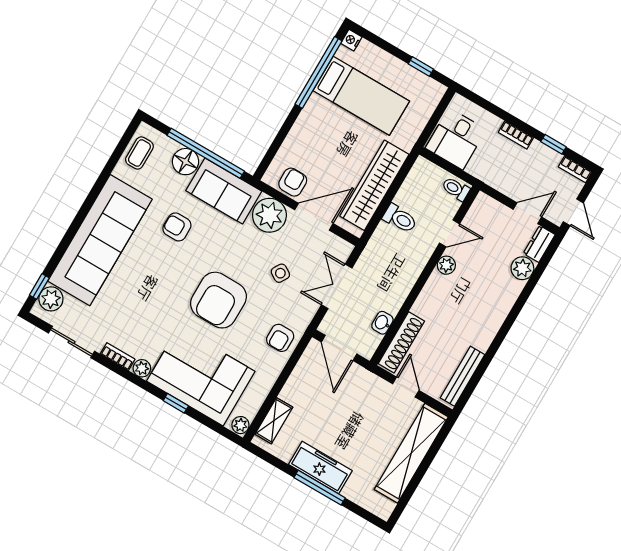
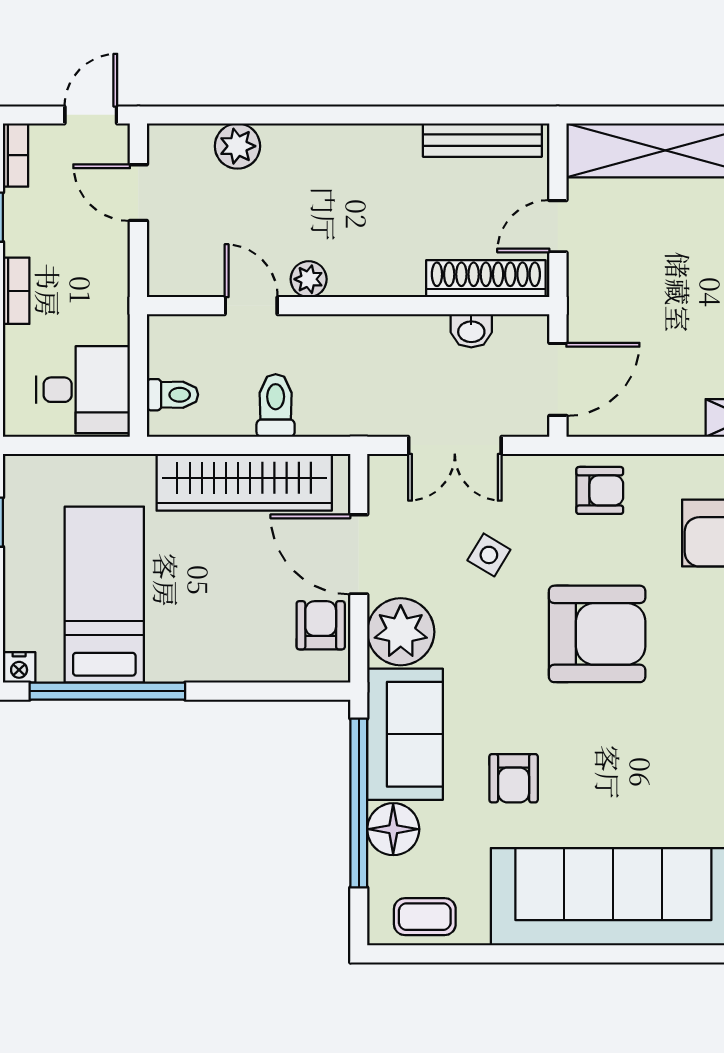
armchair: (293, 182) -> (321, 625), turned 90
toilet: (456, 189) -> (173, 395), moved, turned -90
dresser: (539, 244) -> (179, 142), removed

